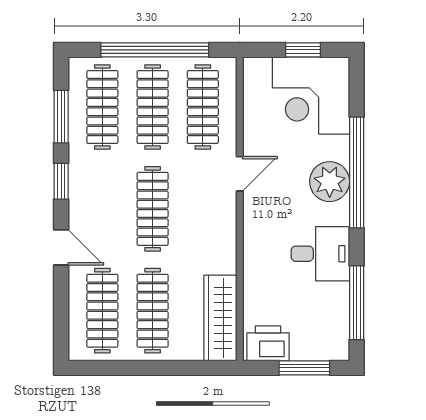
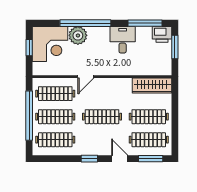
window: (61, 117) -> (151, 159), moved
door: (240, 174) -> (86, 77), swing flipped
plant: (330, 182) -> (78, 35), moved
door: (61, 247) -> (120, 159), hinge flipped
printer: (268, 343) -> (162, 34), moved, turned -90

